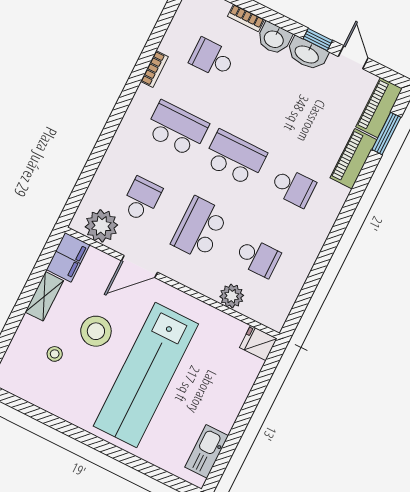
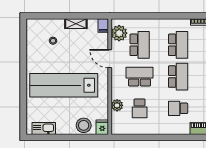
school desk: (293, 187) -> (178, 108), turned 90
school desk: (141, 199) -> (140, 45), width x1.85
filing cabinet: (68, 257) -> (103, 25), width x0.50
stool: (96, 331) -> (84, 125), moved

